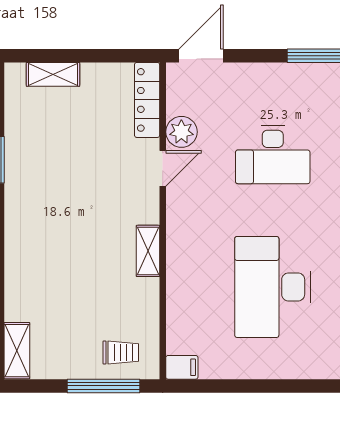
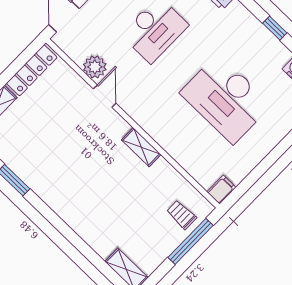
locker: (147, 100) -> (32, 70), moved, turned -90
trolley: (121, 352) -> (182, 215), turned -90

